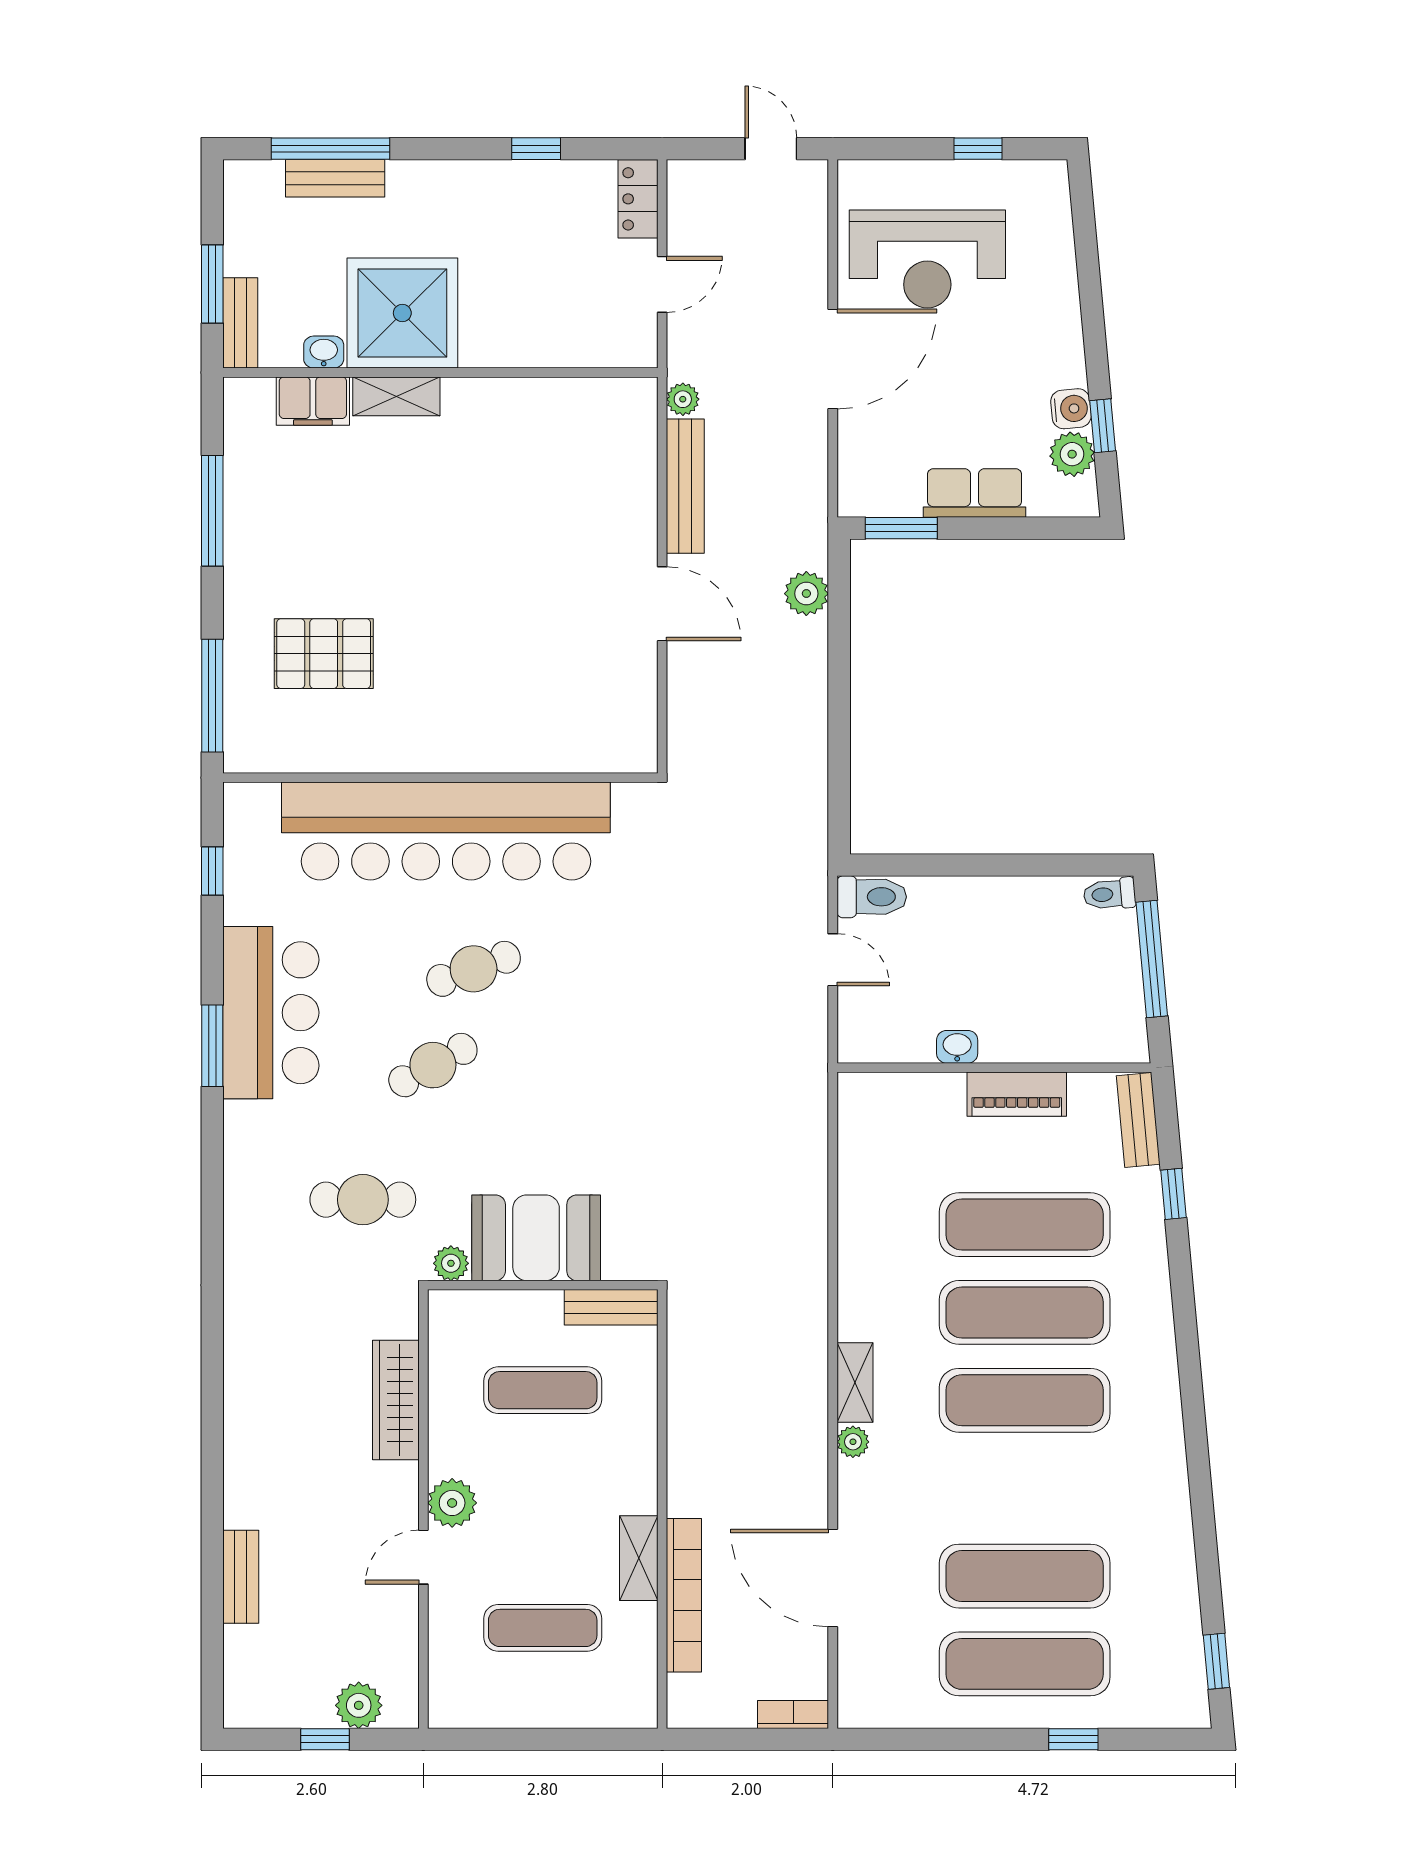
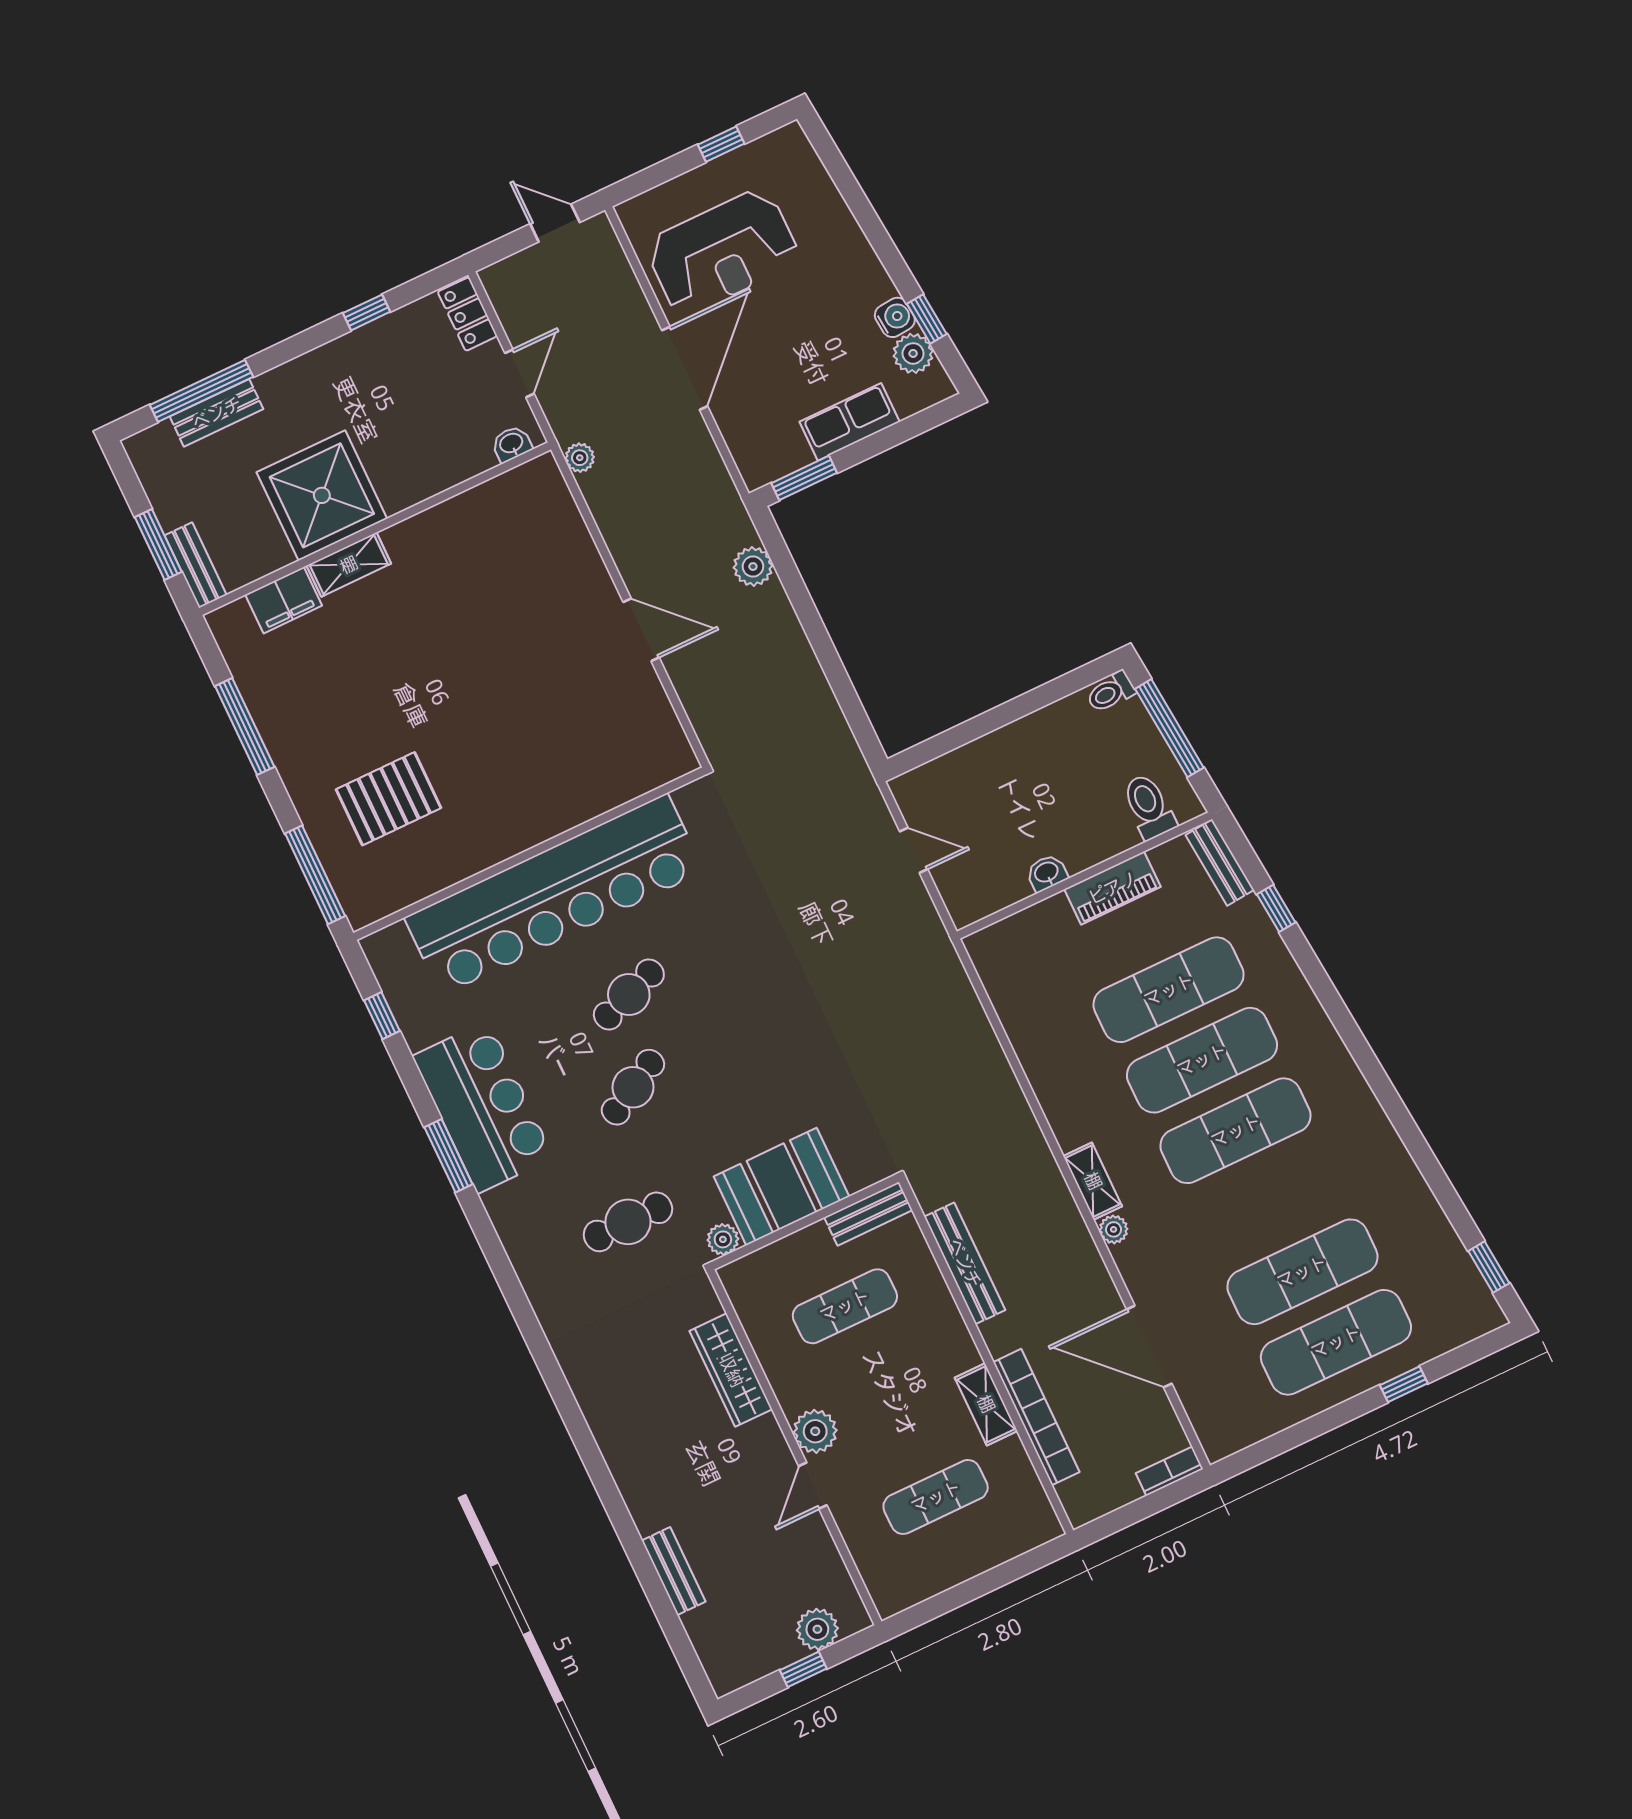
washbasin: (324, 352) -> (512, 444), moved
bench: (685, 486) -> (965, 1263), moved
toilet: (872, 897) -> (1149, 807), moved, turned -90

